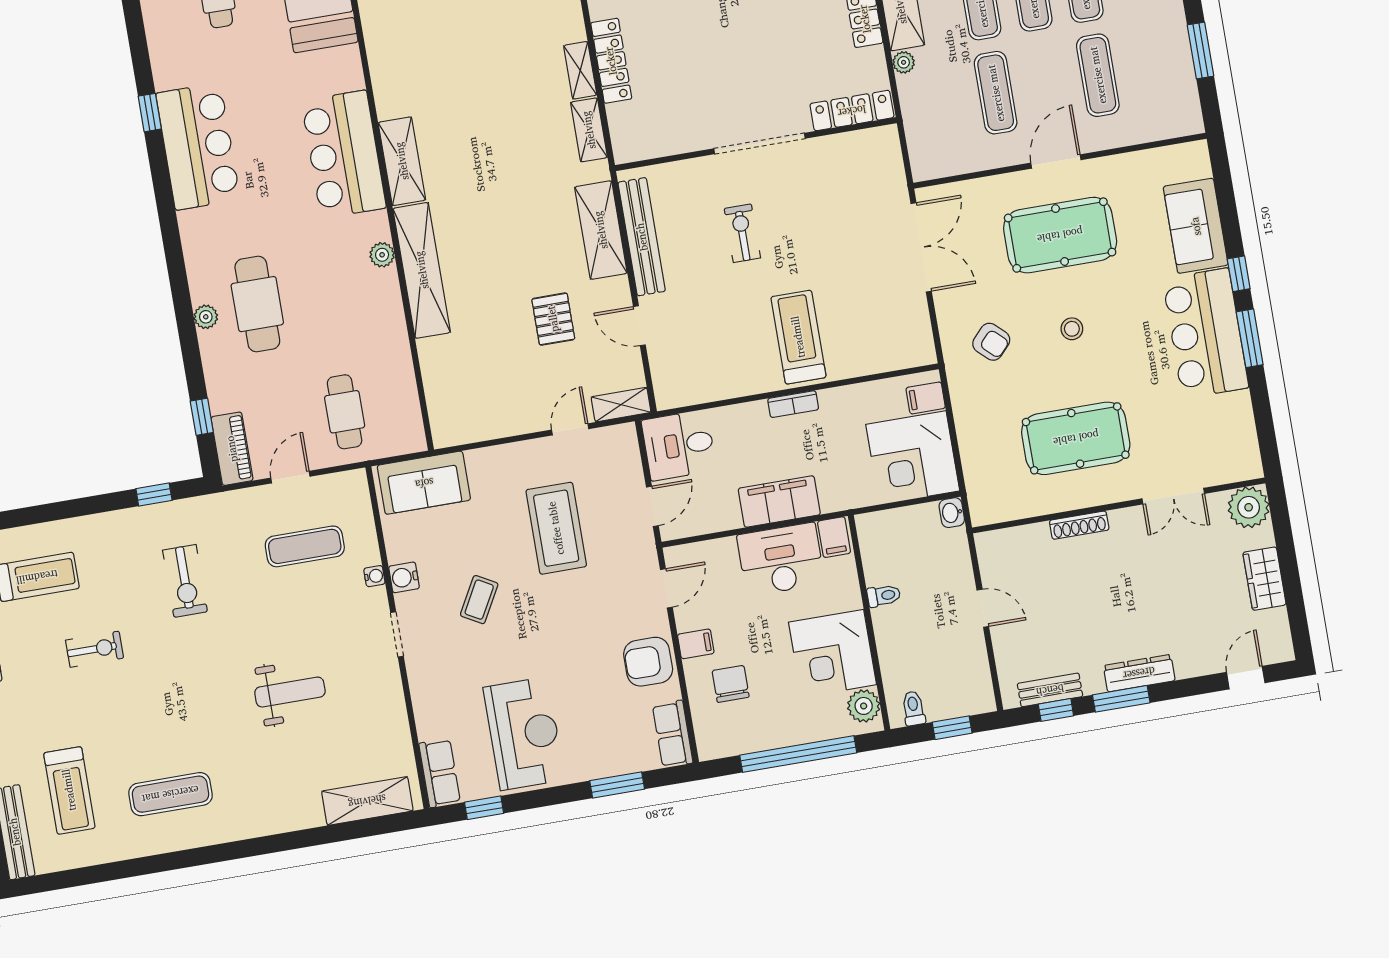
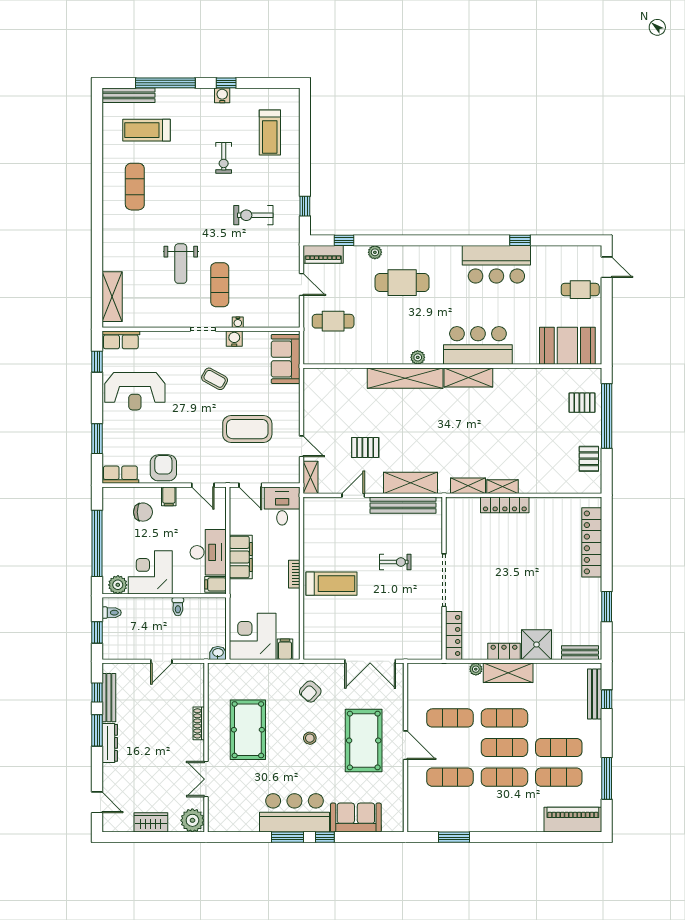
plant: (206, 317) -> (375, 252), moved
exercise mat: (305, 546) -> (220, 285), moved
bench: (1050, 690) -> (109, 698), width x1.36

